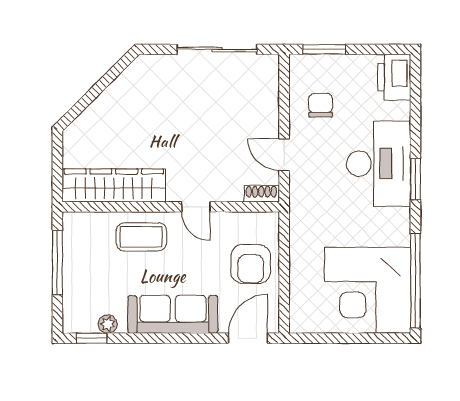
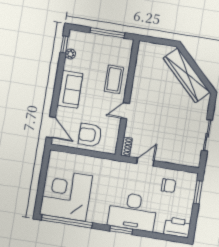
sliding door: (217, 49) -> (207, 135), width x0.73
wardrobe: (114, 185) -> (187, 75), moved, turned 135
sofa: (173, 314) -> (70, 89), width x0.73

